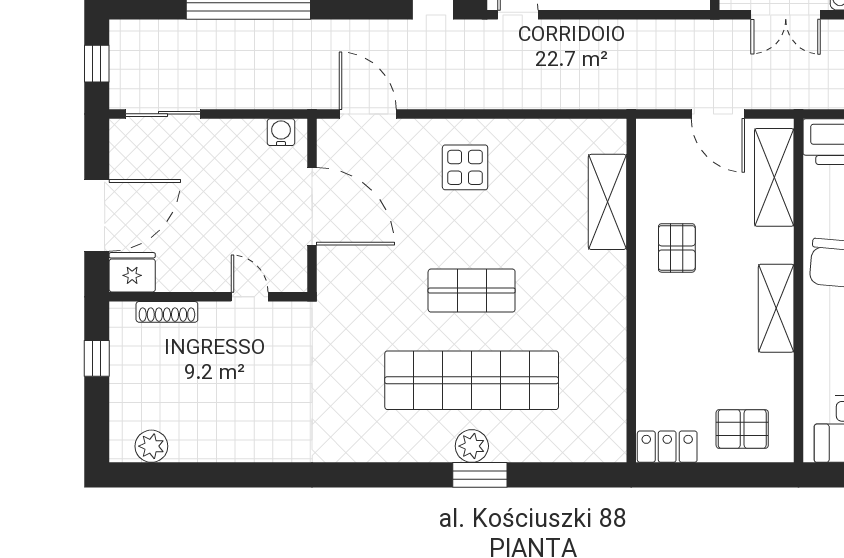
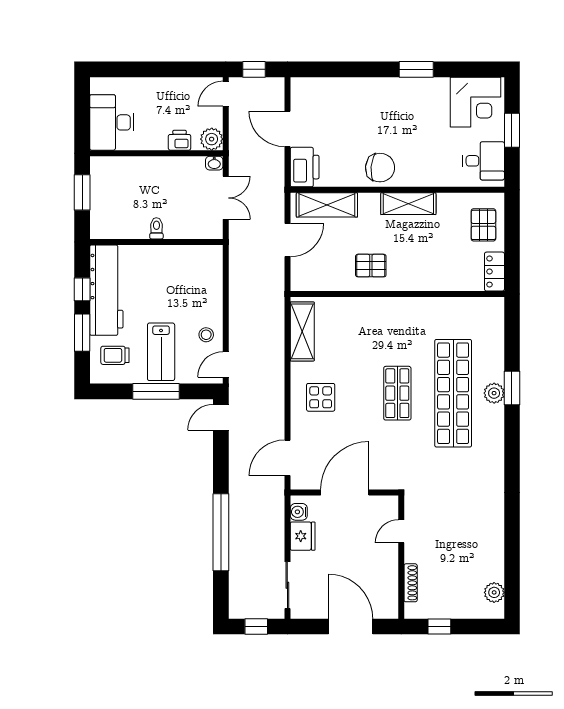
shelving: (607, 202) -> (302, 331), moved, turned 90
fridge: (132, 272) -> (303, 536), moved, turned 180

